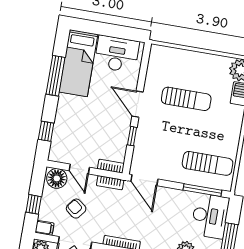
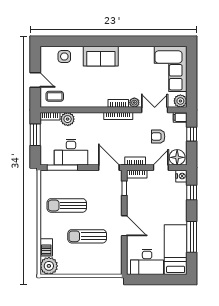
window: (132, 136) -> (124, 188), moved
nightstand: (56, 154) -> (181, 176), added
sun lounger: (208, 163) -> (67, 205), moved
door: (79, 169) -> (161, 168), hinge flipped
armchair: (76, 209) -> (158, 136), turned 142
desk: (210, 216) -> (71, 152), moved, turned -90

